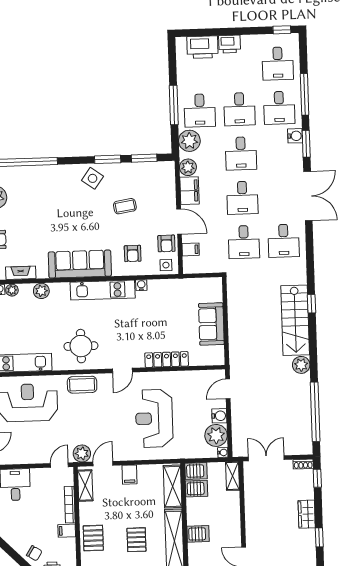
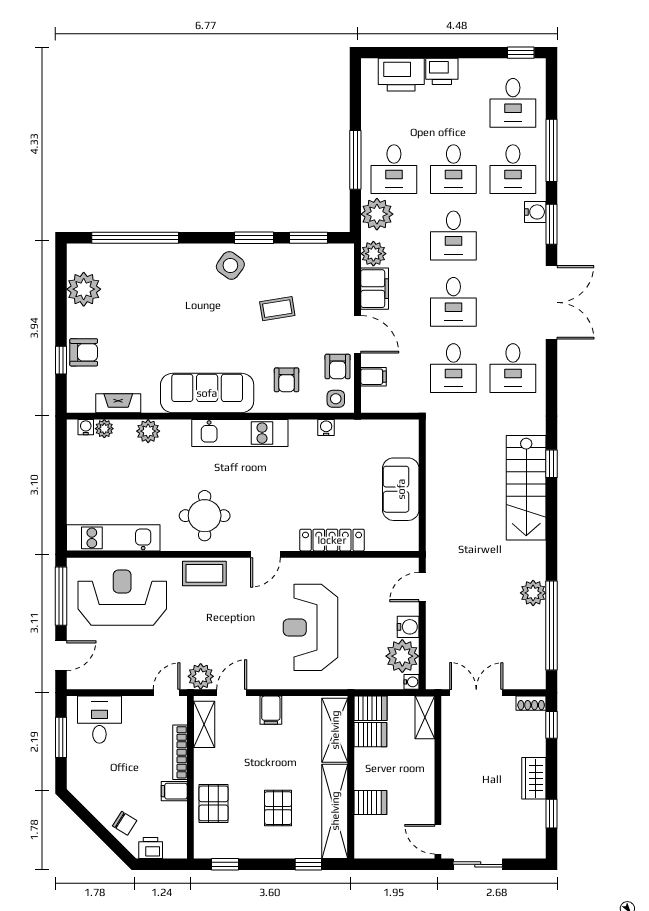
water cooler: (141, 285) -> (326, 428), moved
plant: (301, 365) -> (533, 593), moved

